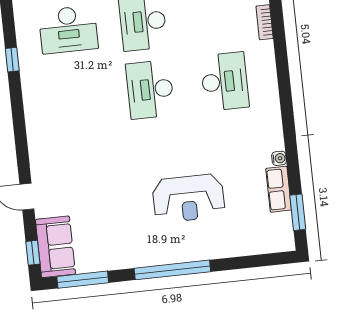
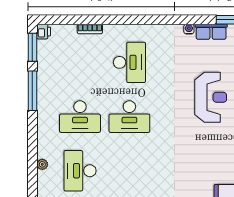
desk: (68, 29) -> (80, 171), turned 180
desk: (225, 82) -> (129, 62), turned 90

